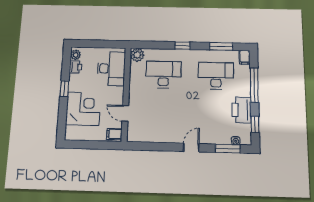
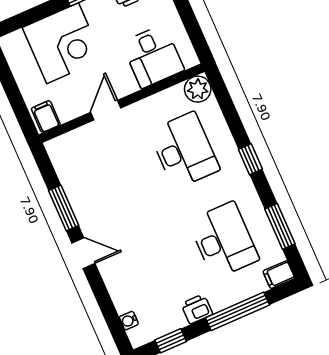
desk: (111, 69) -> (153, 56), width x0.73
printer: (242, 110) -> (197, 309), width x0.53, depth x0.68
door: (125, 113) -> (106, 110), moved
window: (228, 149) -> (64, 208), moved

